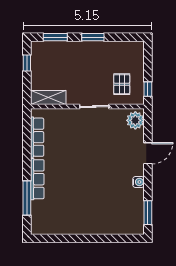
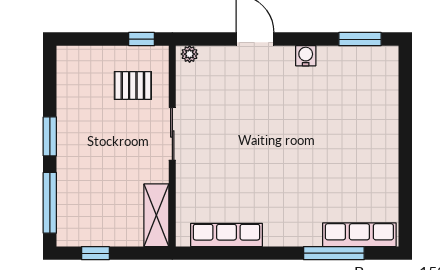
window: (55, 37) -> (50, 203), width x1.44
plant: (135, 120) -> (190, 54), width x0.53, depth x0.53
row of seats: (37, 179) -> (359, 235), moved

